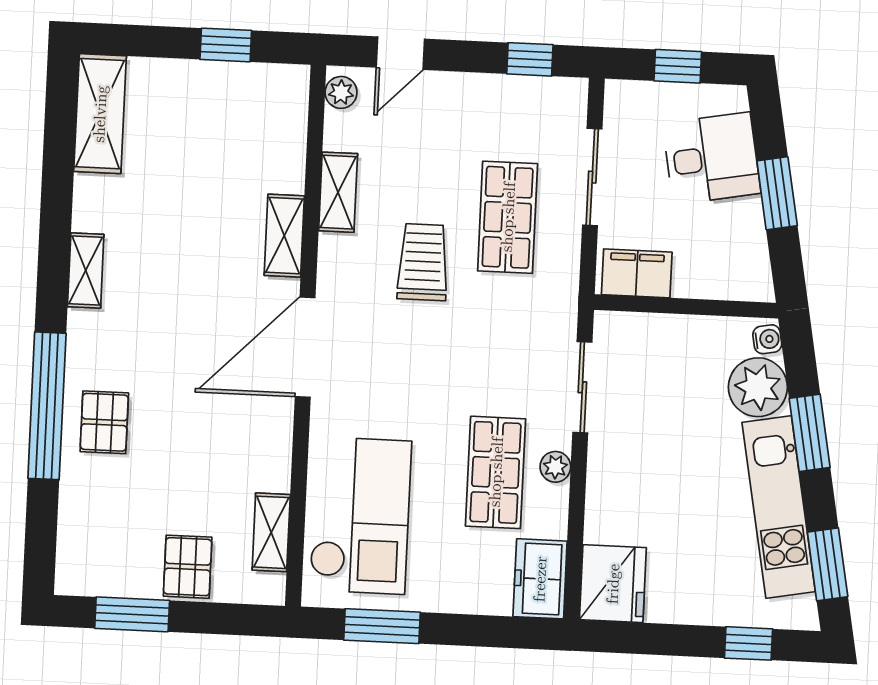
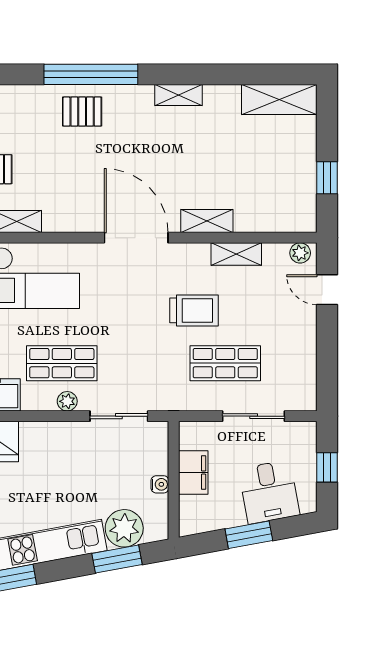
window: (530, 59) -> (327, 373), removed
filing cabinet: (637, 273) -> (193, 473), moved
water cooler: (767, 339) -> (160, 484), moved, turned -80
window: (810, 433) -> (117, 559), moved

